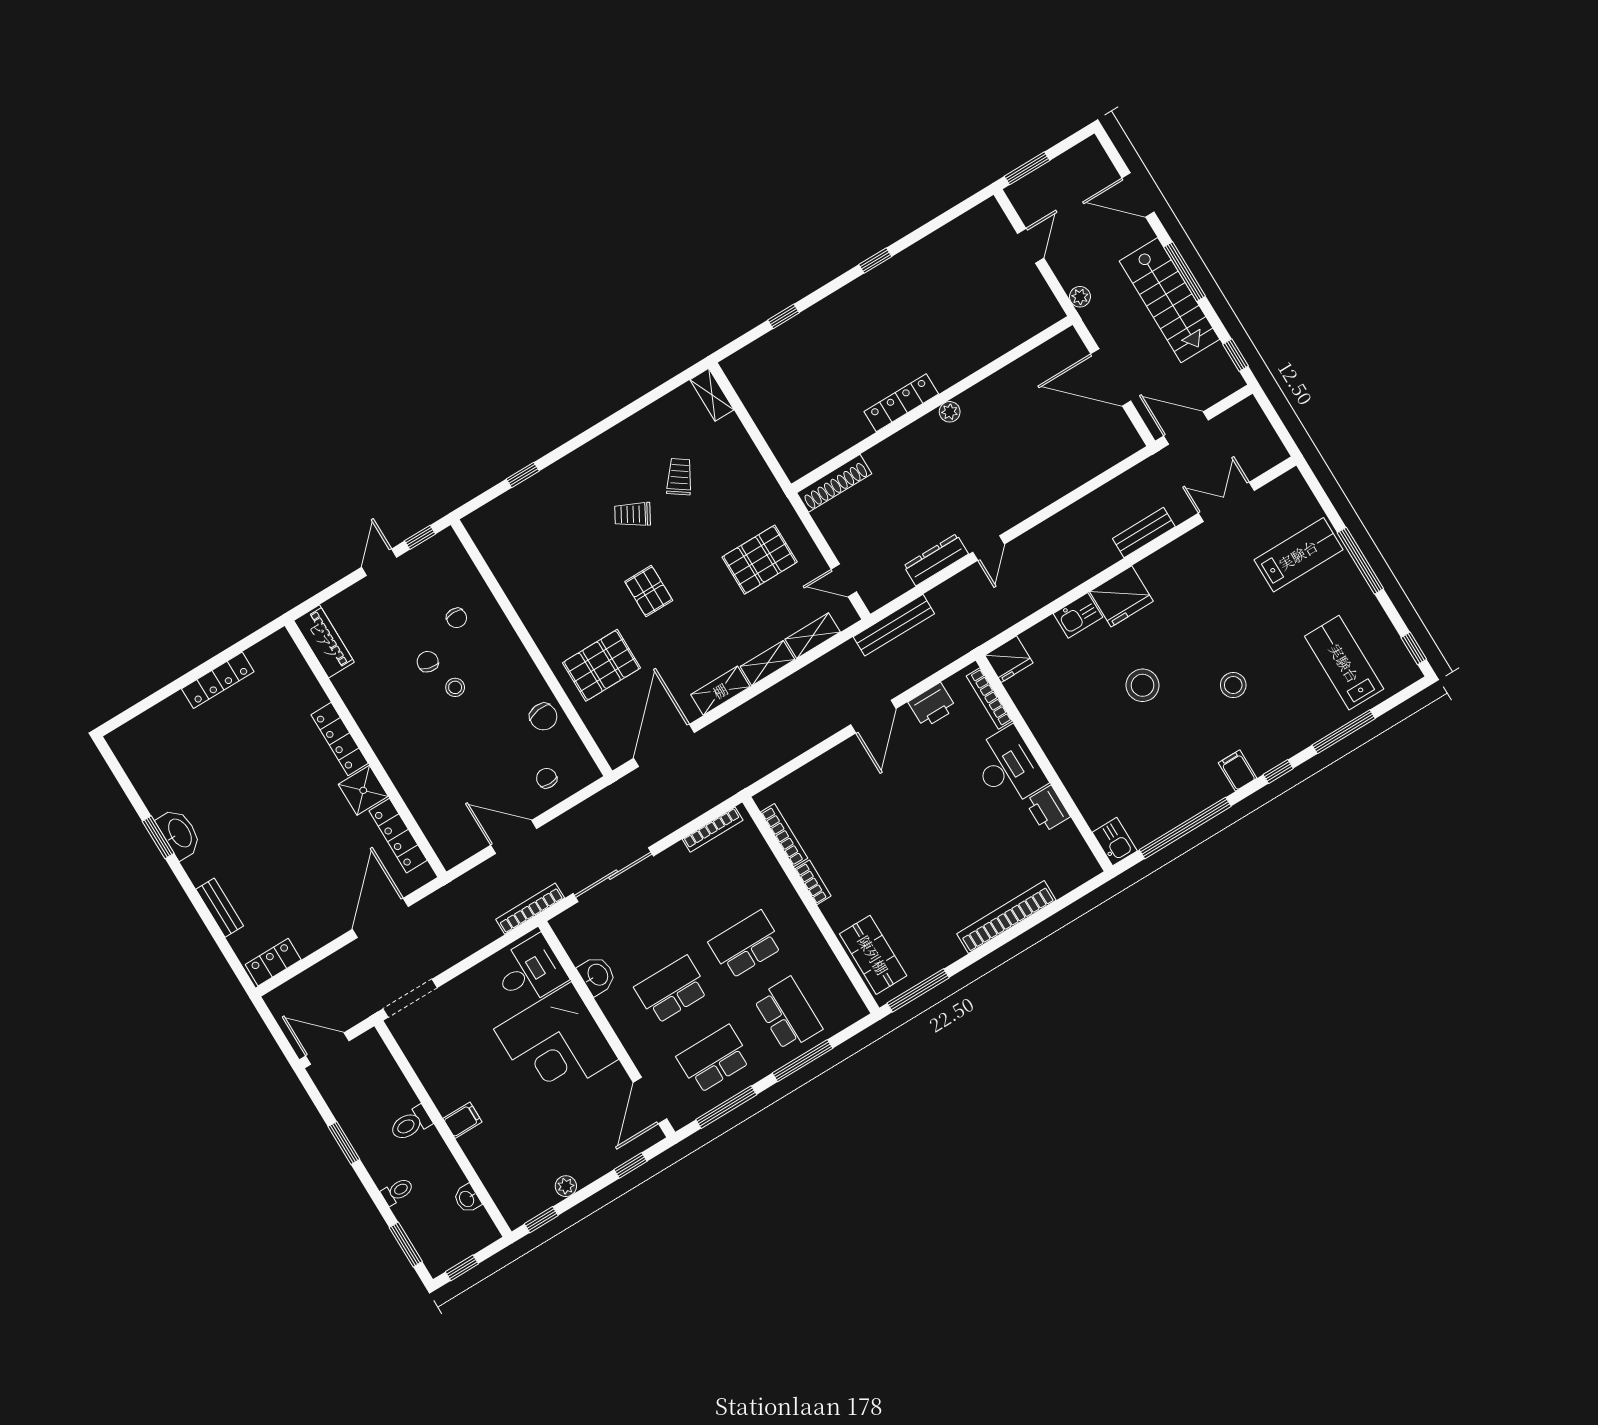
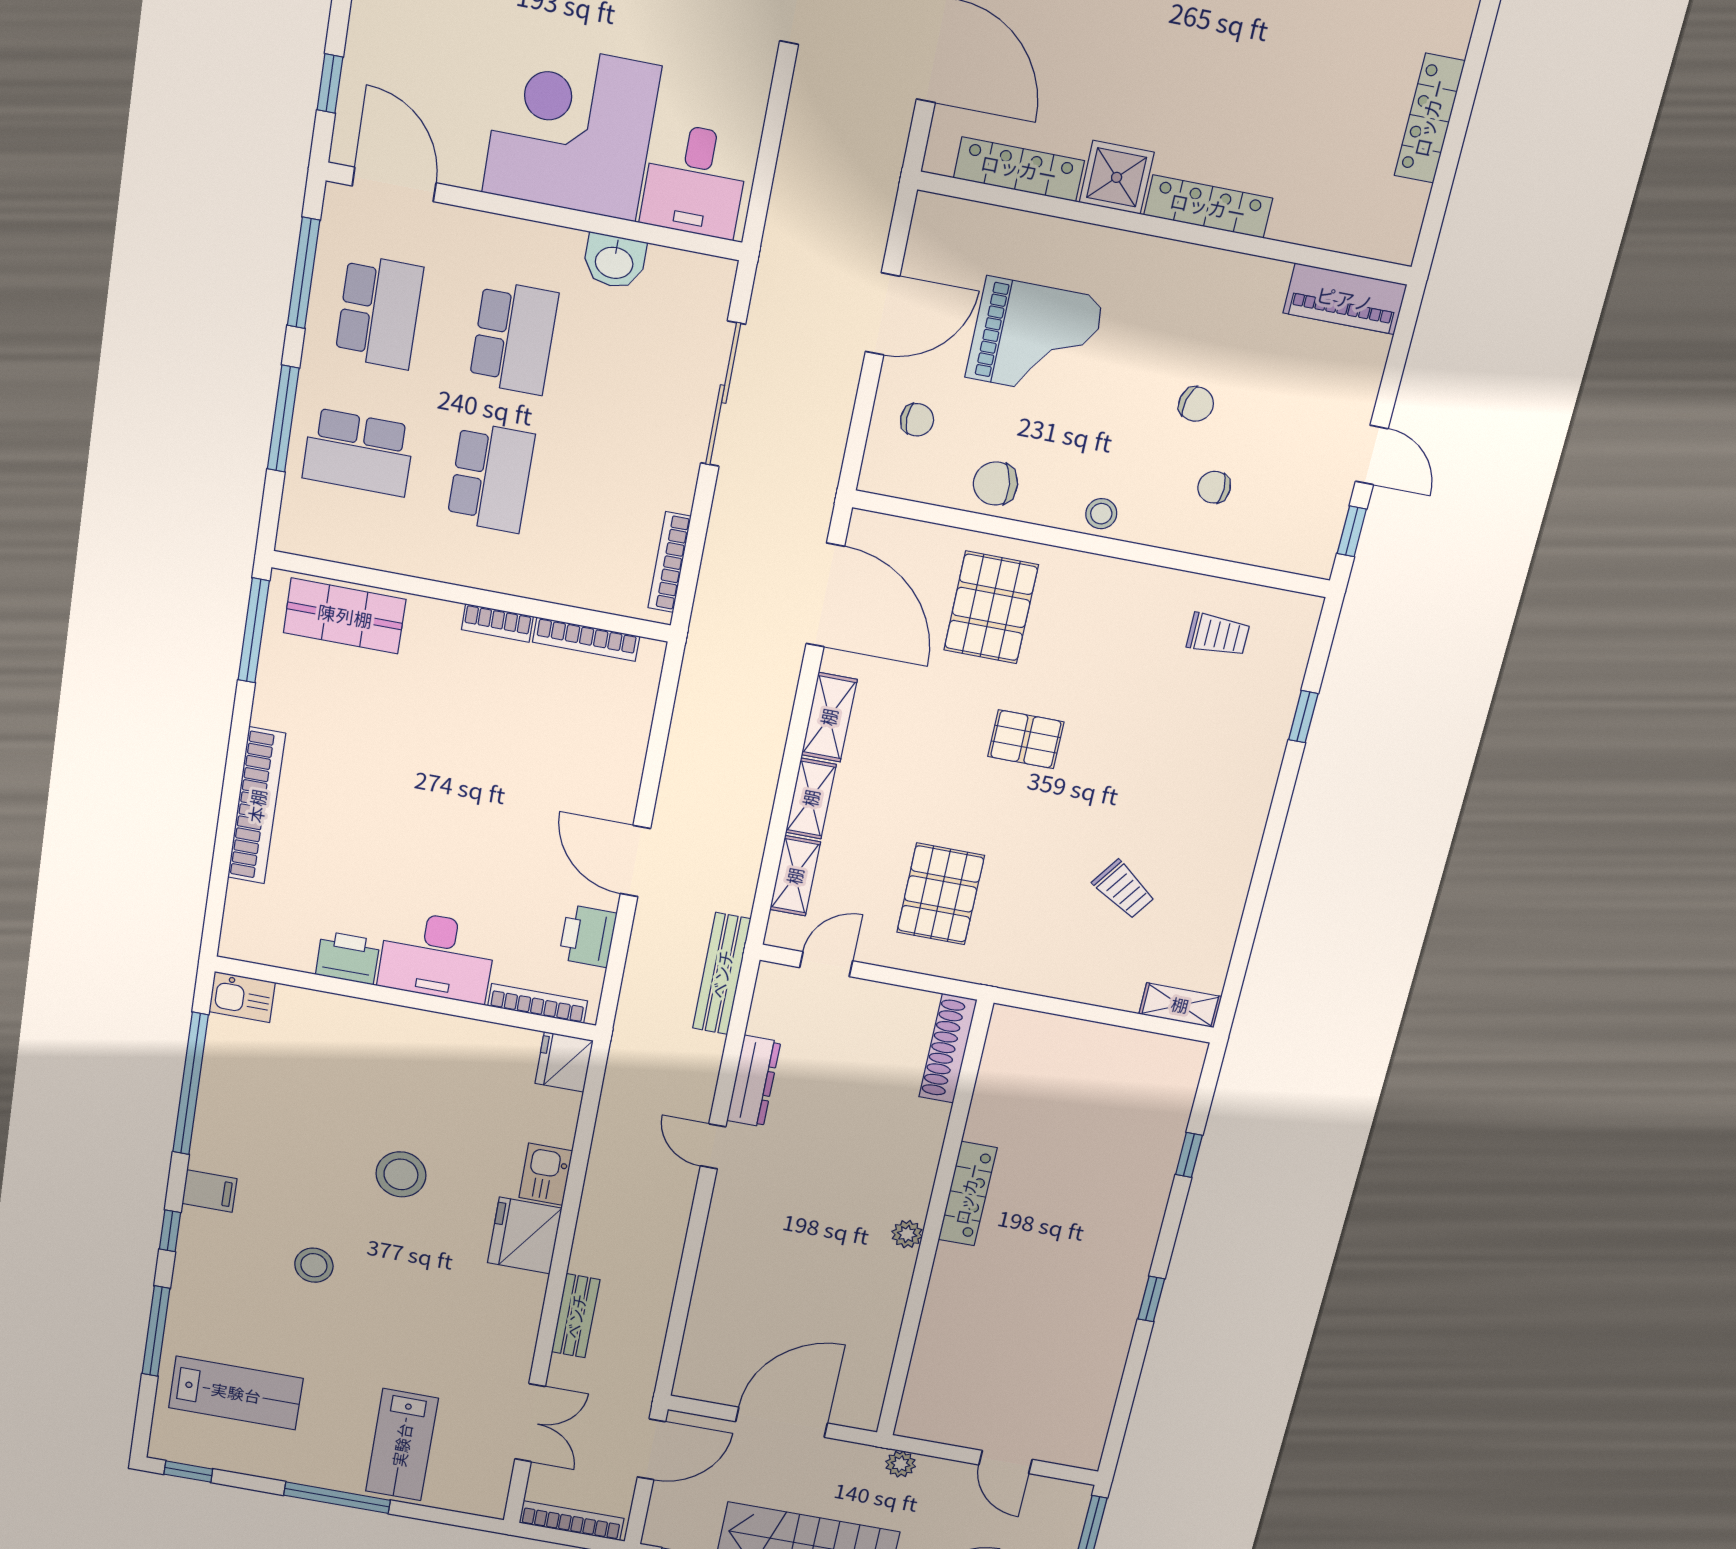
trolley: (633, 514) -> (1218, 635), moved, turned 61
stool: (455, 687) -> (1101, 514), moved
grand piano: (463, 760) -> (1035, 338), added
bookcase: (530, 909) -> (571, 1521), moved, turned -90

